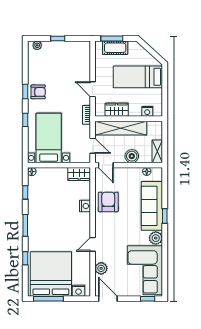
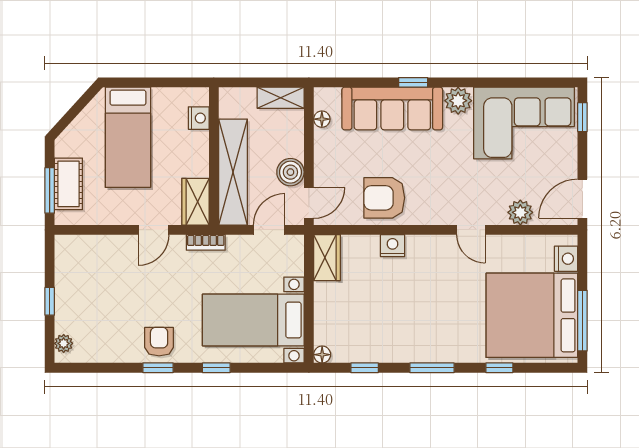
wardrobe: (117, 110) -> (195, 202), moved
boiler: (132, 156) -> (290, 172), moved

